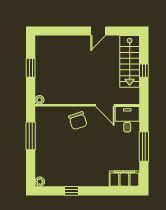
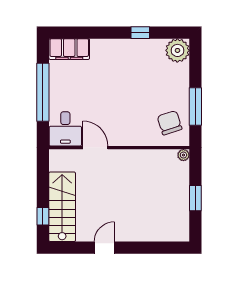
window: (144, 71) -> (43, 216), moved
chair: (78, 121) -> (170, 123), moved
window: (144, 147) -> (43, 92), width x1.46
plant: (40, 182) -> (177, 50), width x1.88, depth x1.88

